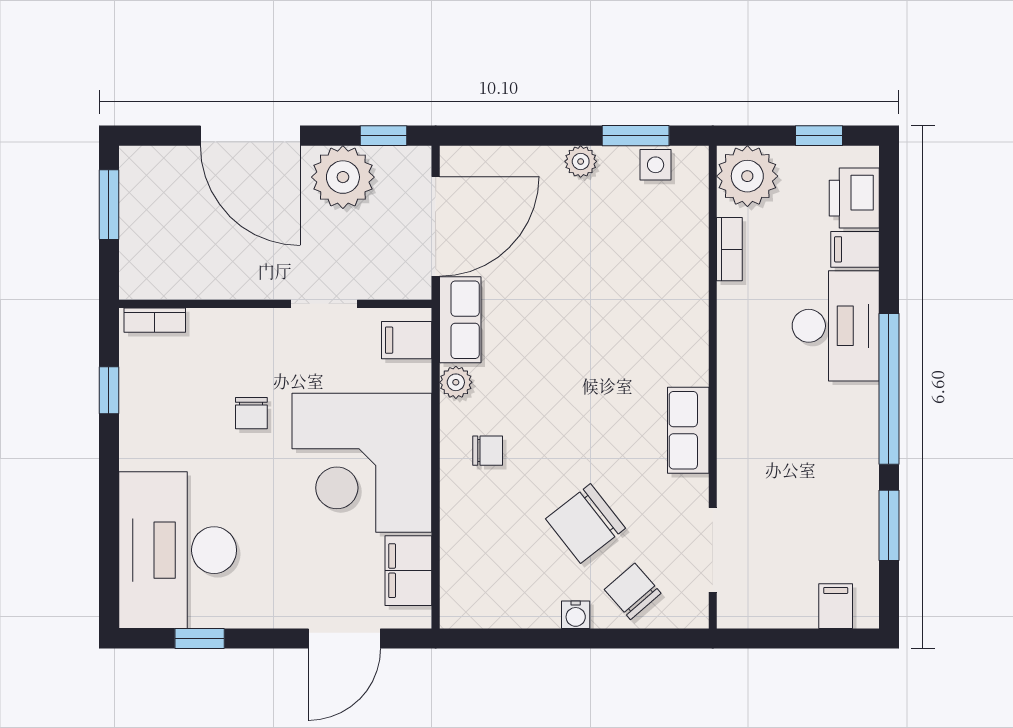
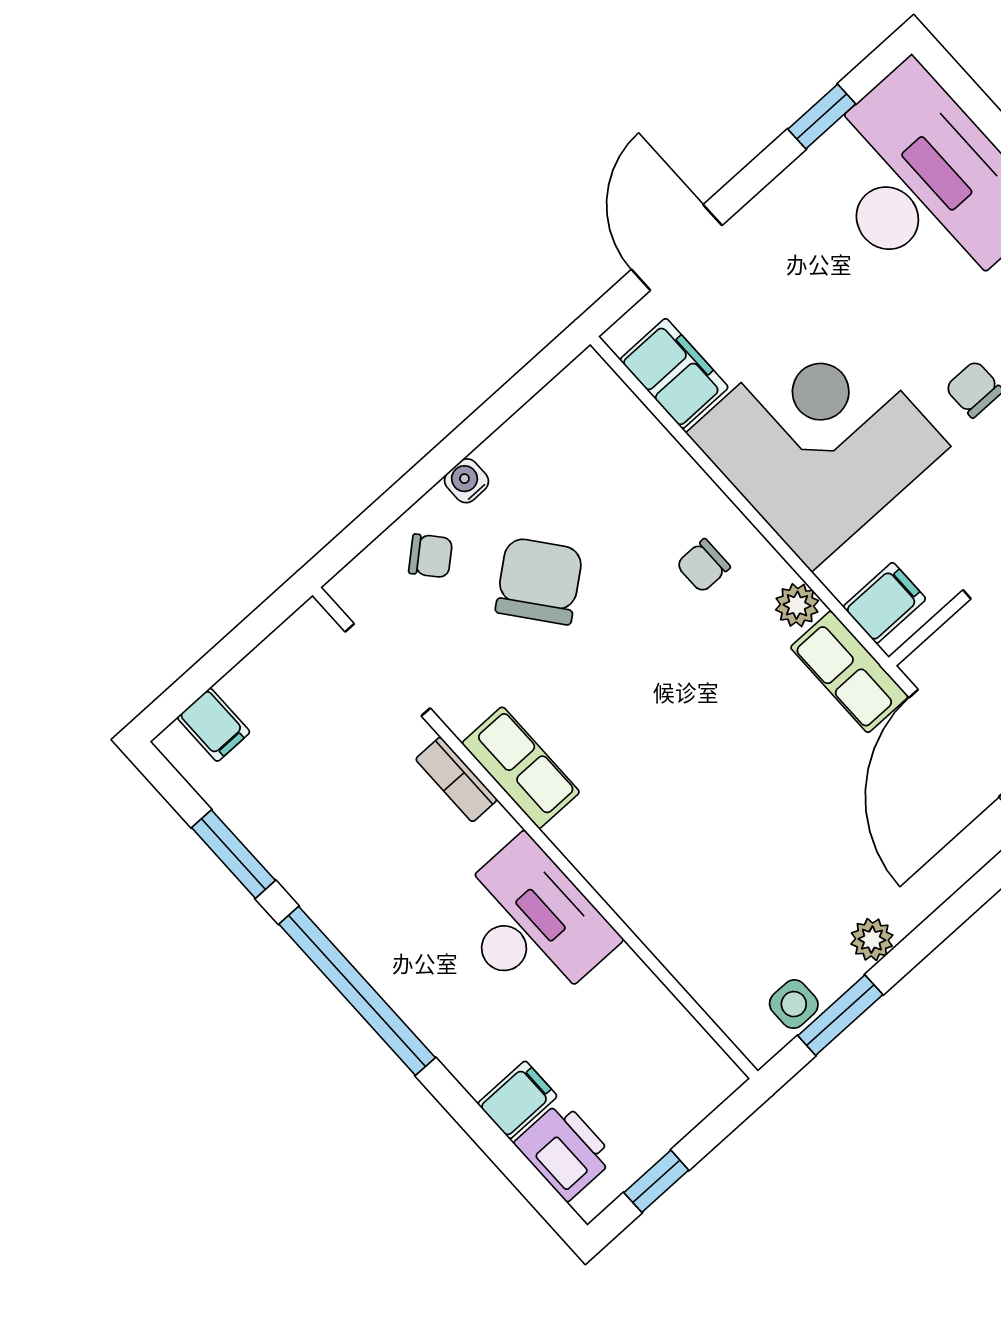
plant: (747, 176) -> (692, 1076), removed
bookcase: (729, 249) -> (456, 779), moved
desk: (836, 326) -> (531, 924), moved, turned 180
chair: (633, 591) -> (431, 556), width x0.73, depth x0.73

